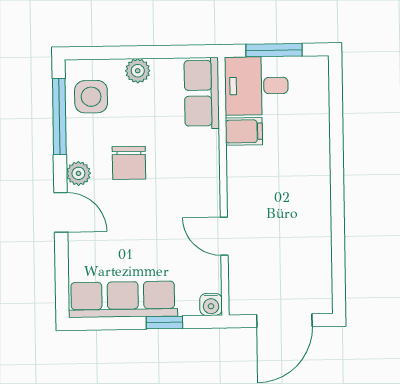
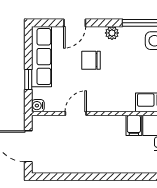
chair: (129, 163) -> (91, 60), moved
door: (61, 212) -> (75, 23), moved

